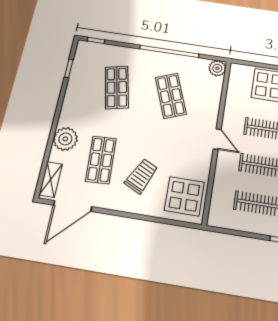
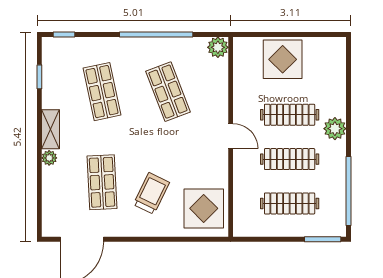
plant: (65, 139) -> (49, 158), width x0.53, depth x0.53
shelving: (51, 180) -> (50, 129), moved

